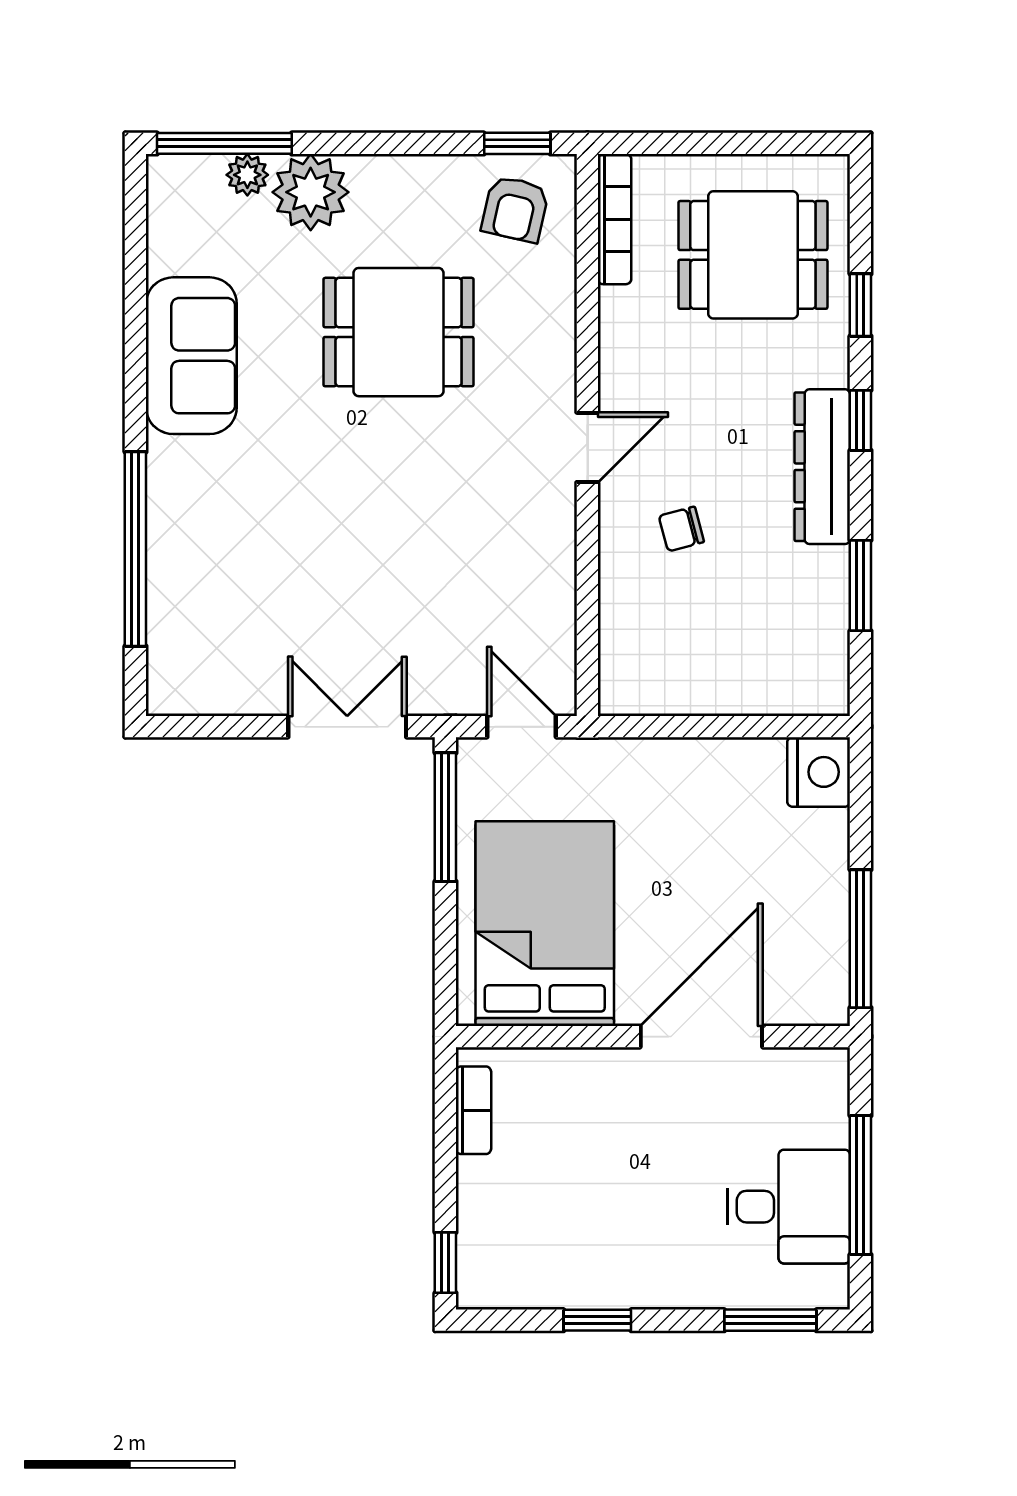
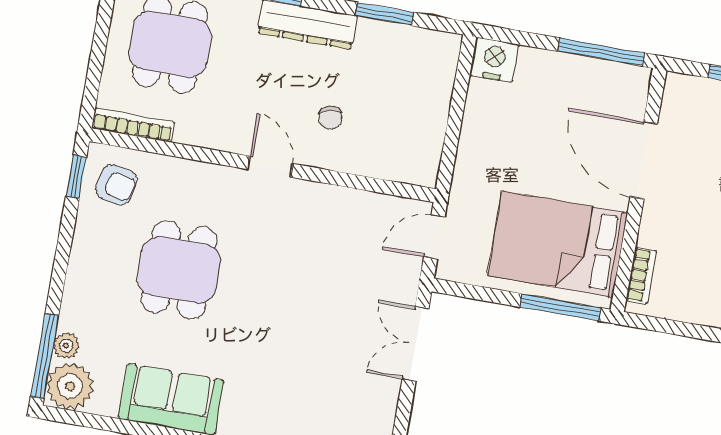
plant: (311, 192) -> (70, 386), moved
window: (445, 817) -> (560, 307), moved
bookcase: (473, 1110) -> (641, 275), moved, turned 90

